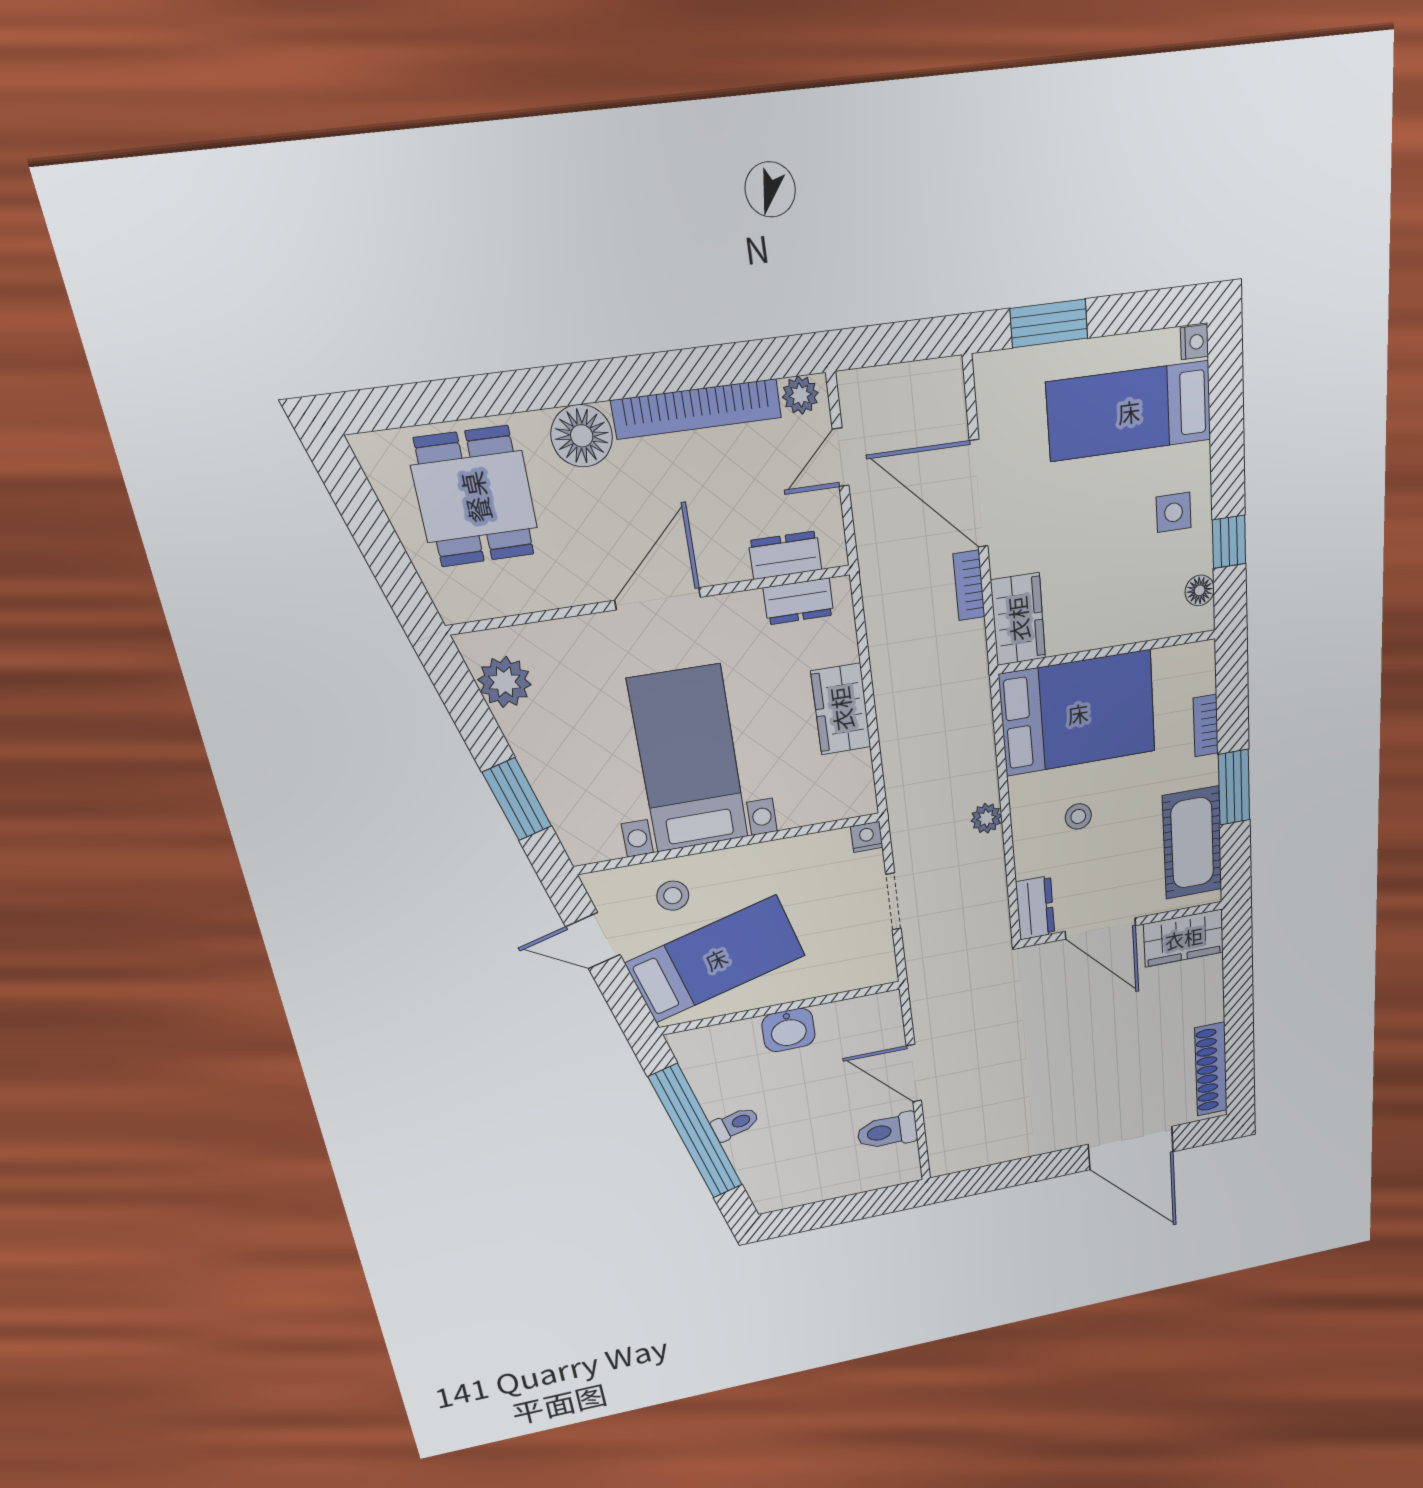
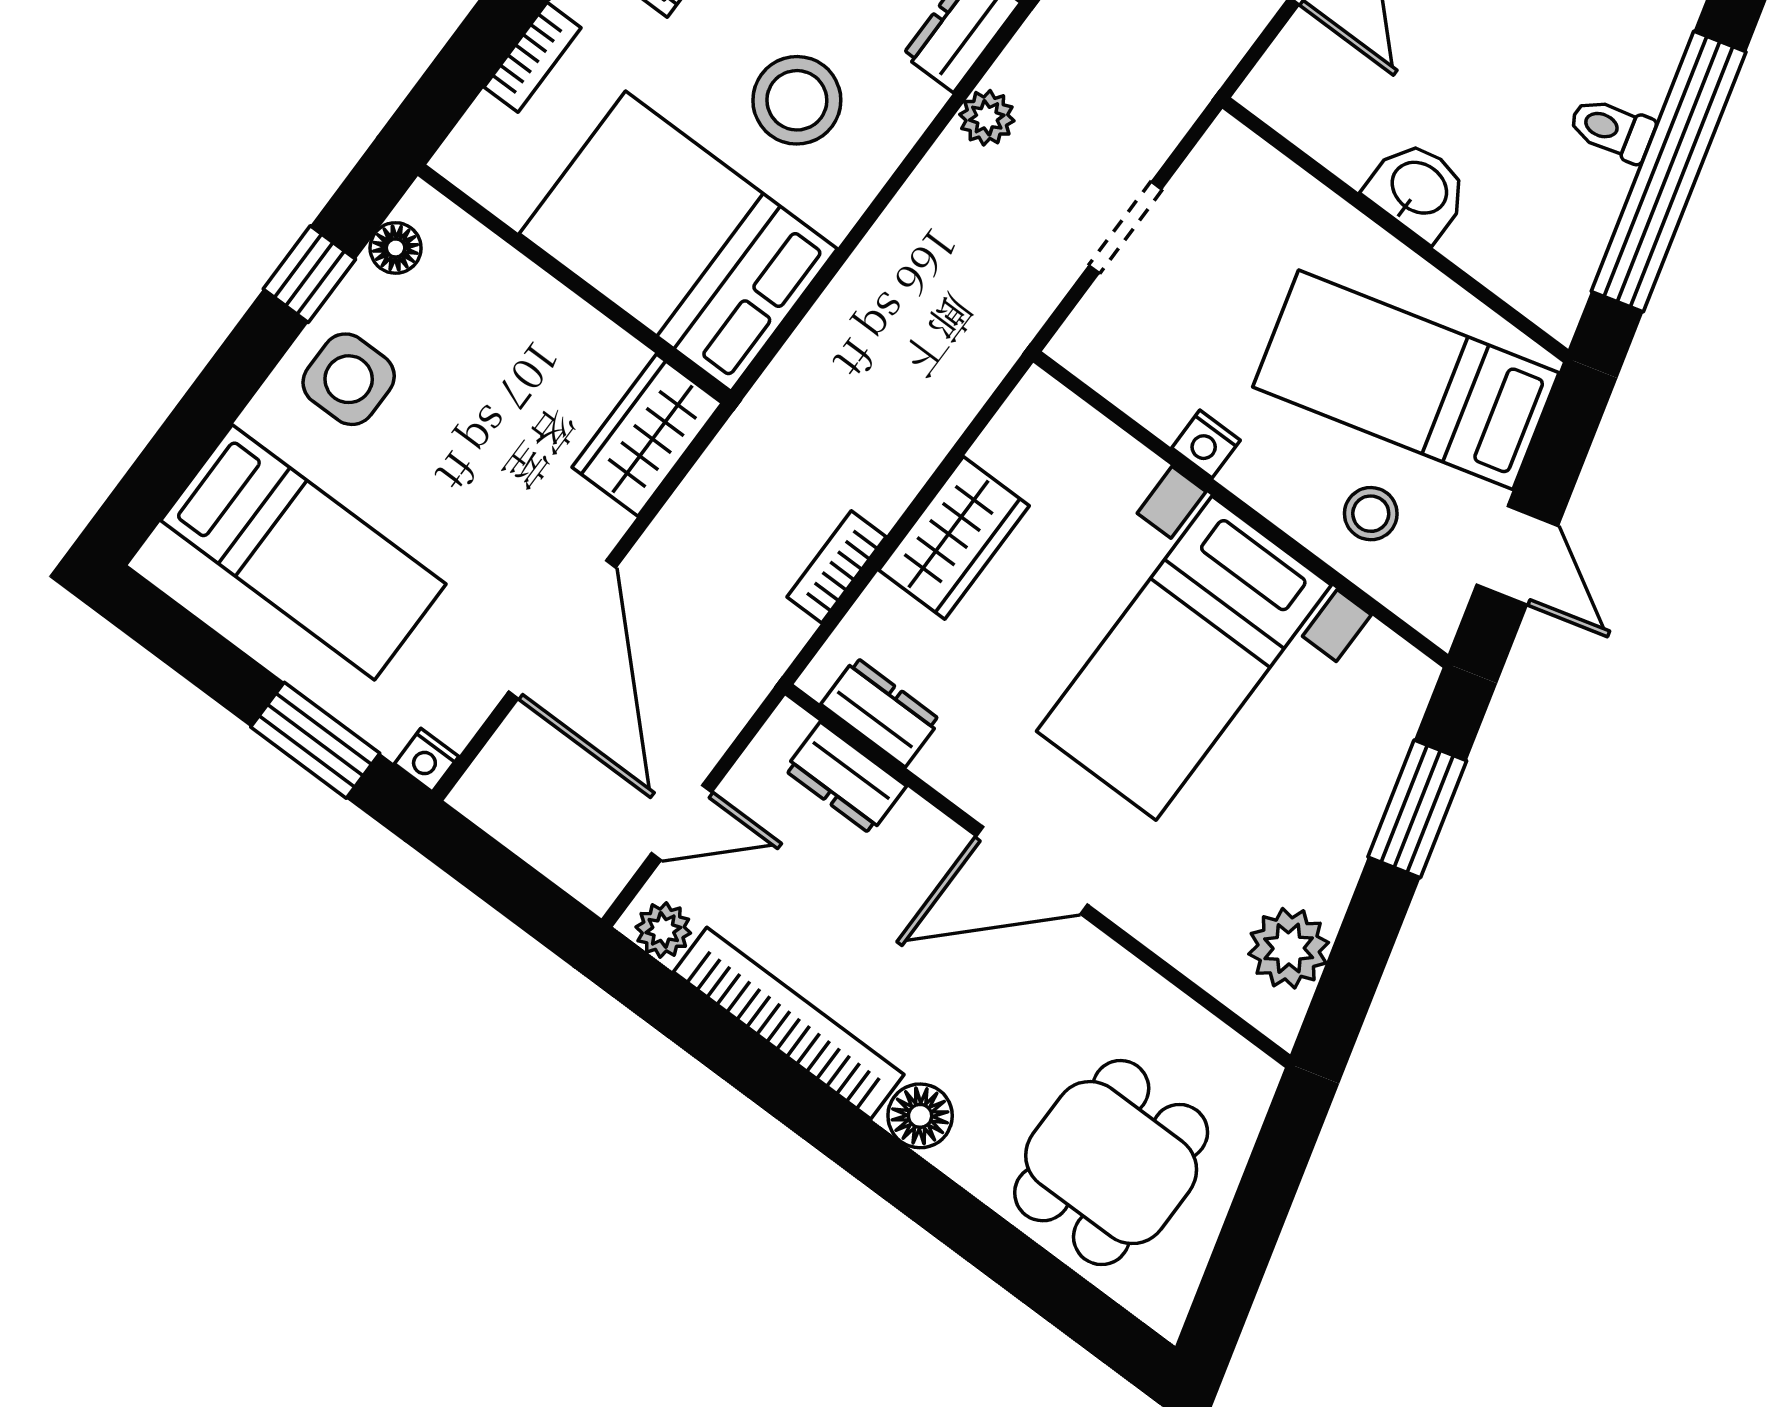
nightstand: (1194, 342) -> (427, 760), moved, turned -90
floor lamp: (582, 436) -> (920, 1116), width x0.73, depth x0.73
side table: (1174, 512) -> (349, 379), width x1.37, depth x1.37
bookcase: (969, 585) -> (837, 567), moved, turned 180
stool: (1078, 816) -> (797, 100), width x1.89, depth x1.89
plant: (986, 818) -> (987, 118), moved
nightstand: (867, 837) -> (1206, 444), moved

